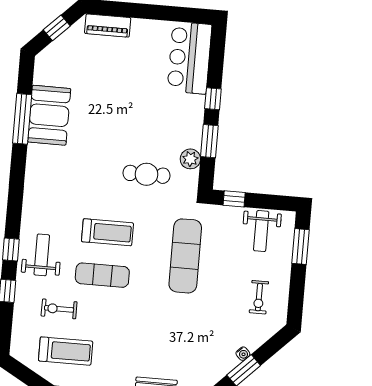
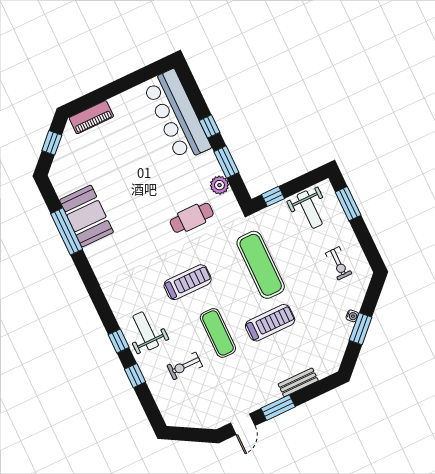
bar counter: (189, 58) -> (177, 115), width x1.36
exercise mat: (102, 275) -> (218, 333), moved, turned 90
treadmill: (66, 351) -> (270, 323), moved

